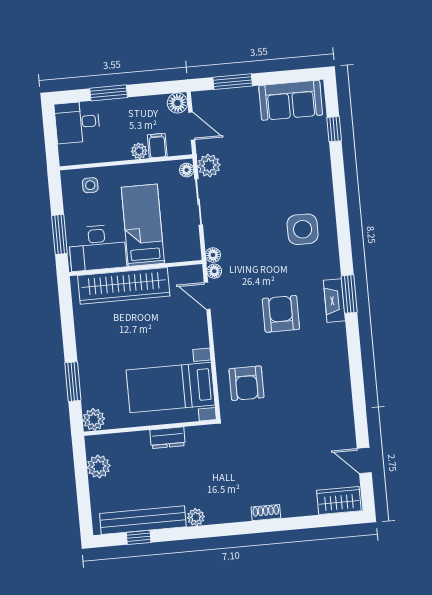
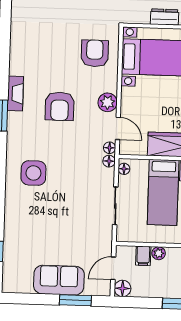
sofa: (291, 100) -> (59, 280), moved
door: (192, 126) -> (113, 268), hinge flipped
plant: (209, 166) -> (108, 102), moved
floor lamp: (187, 170) -> (124, 169), moved
fireplace: (334, 301) -> (15, 94), moved

